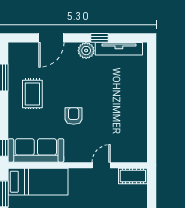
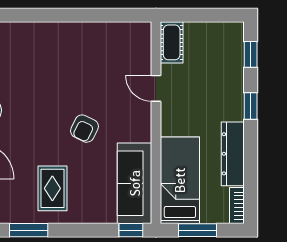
rug: (32, 94) -> (52, 188), turned 90
armchair: (74, 116) -> (84, 129), turned -64

